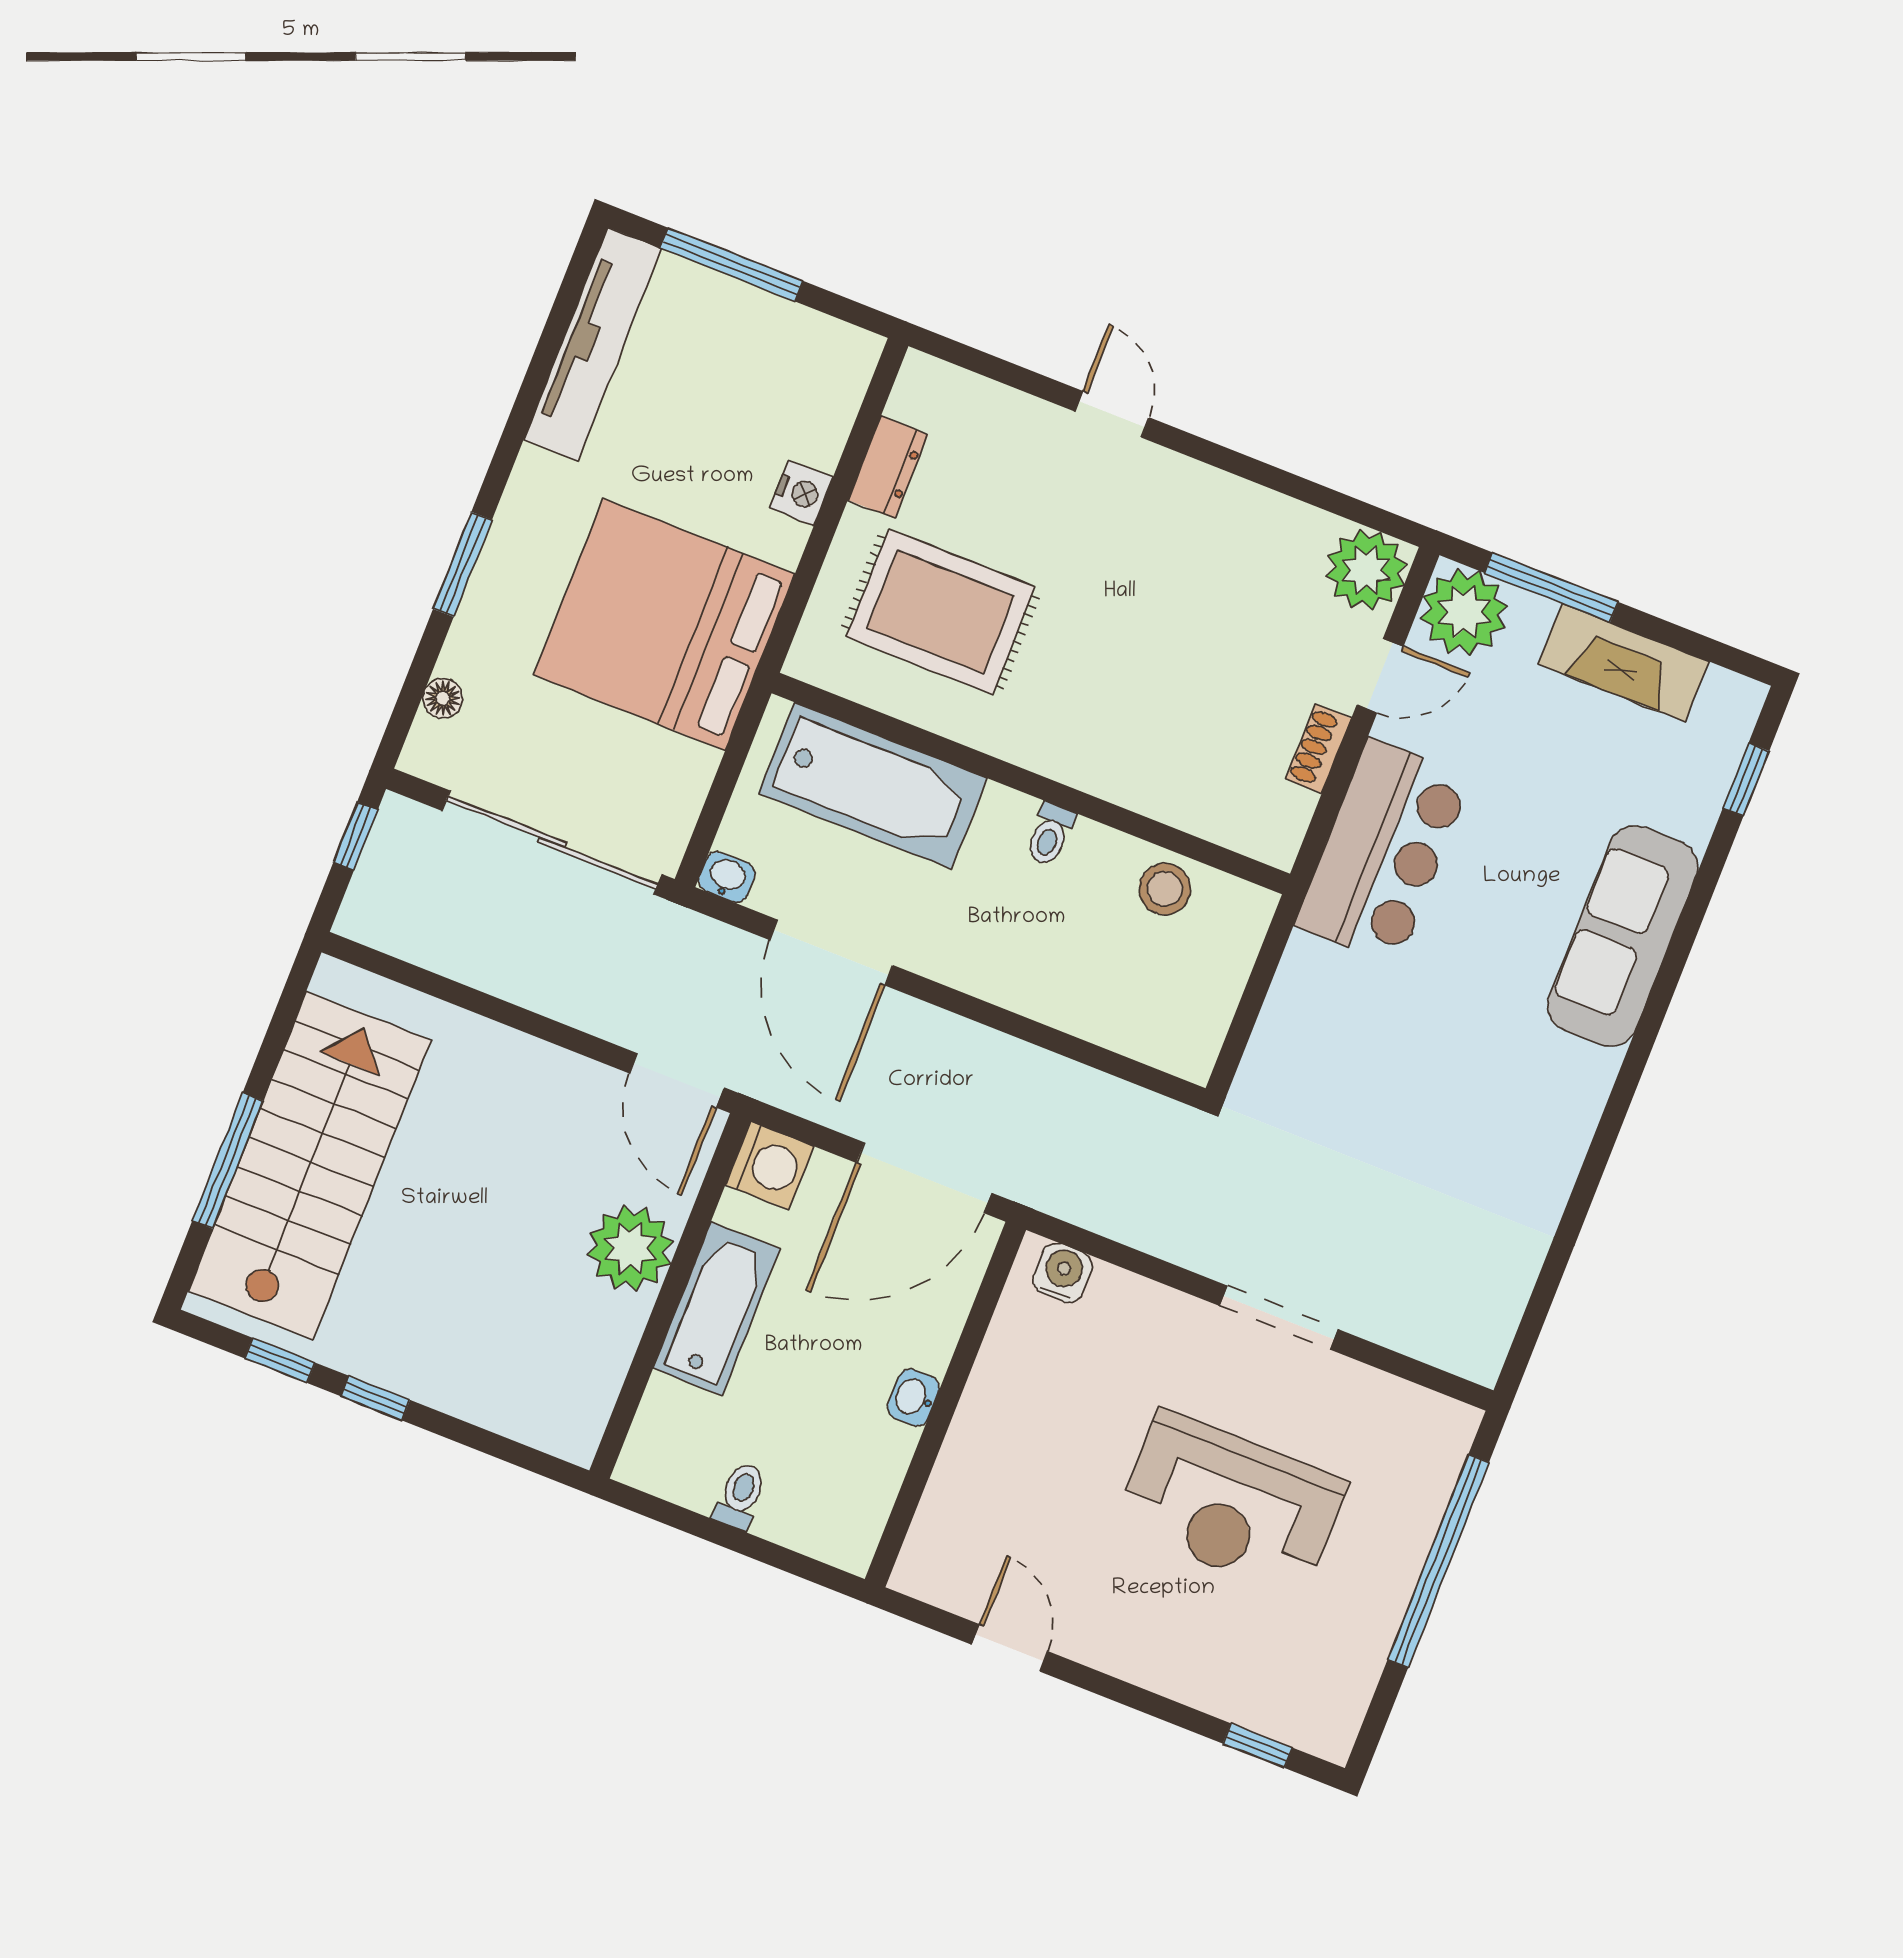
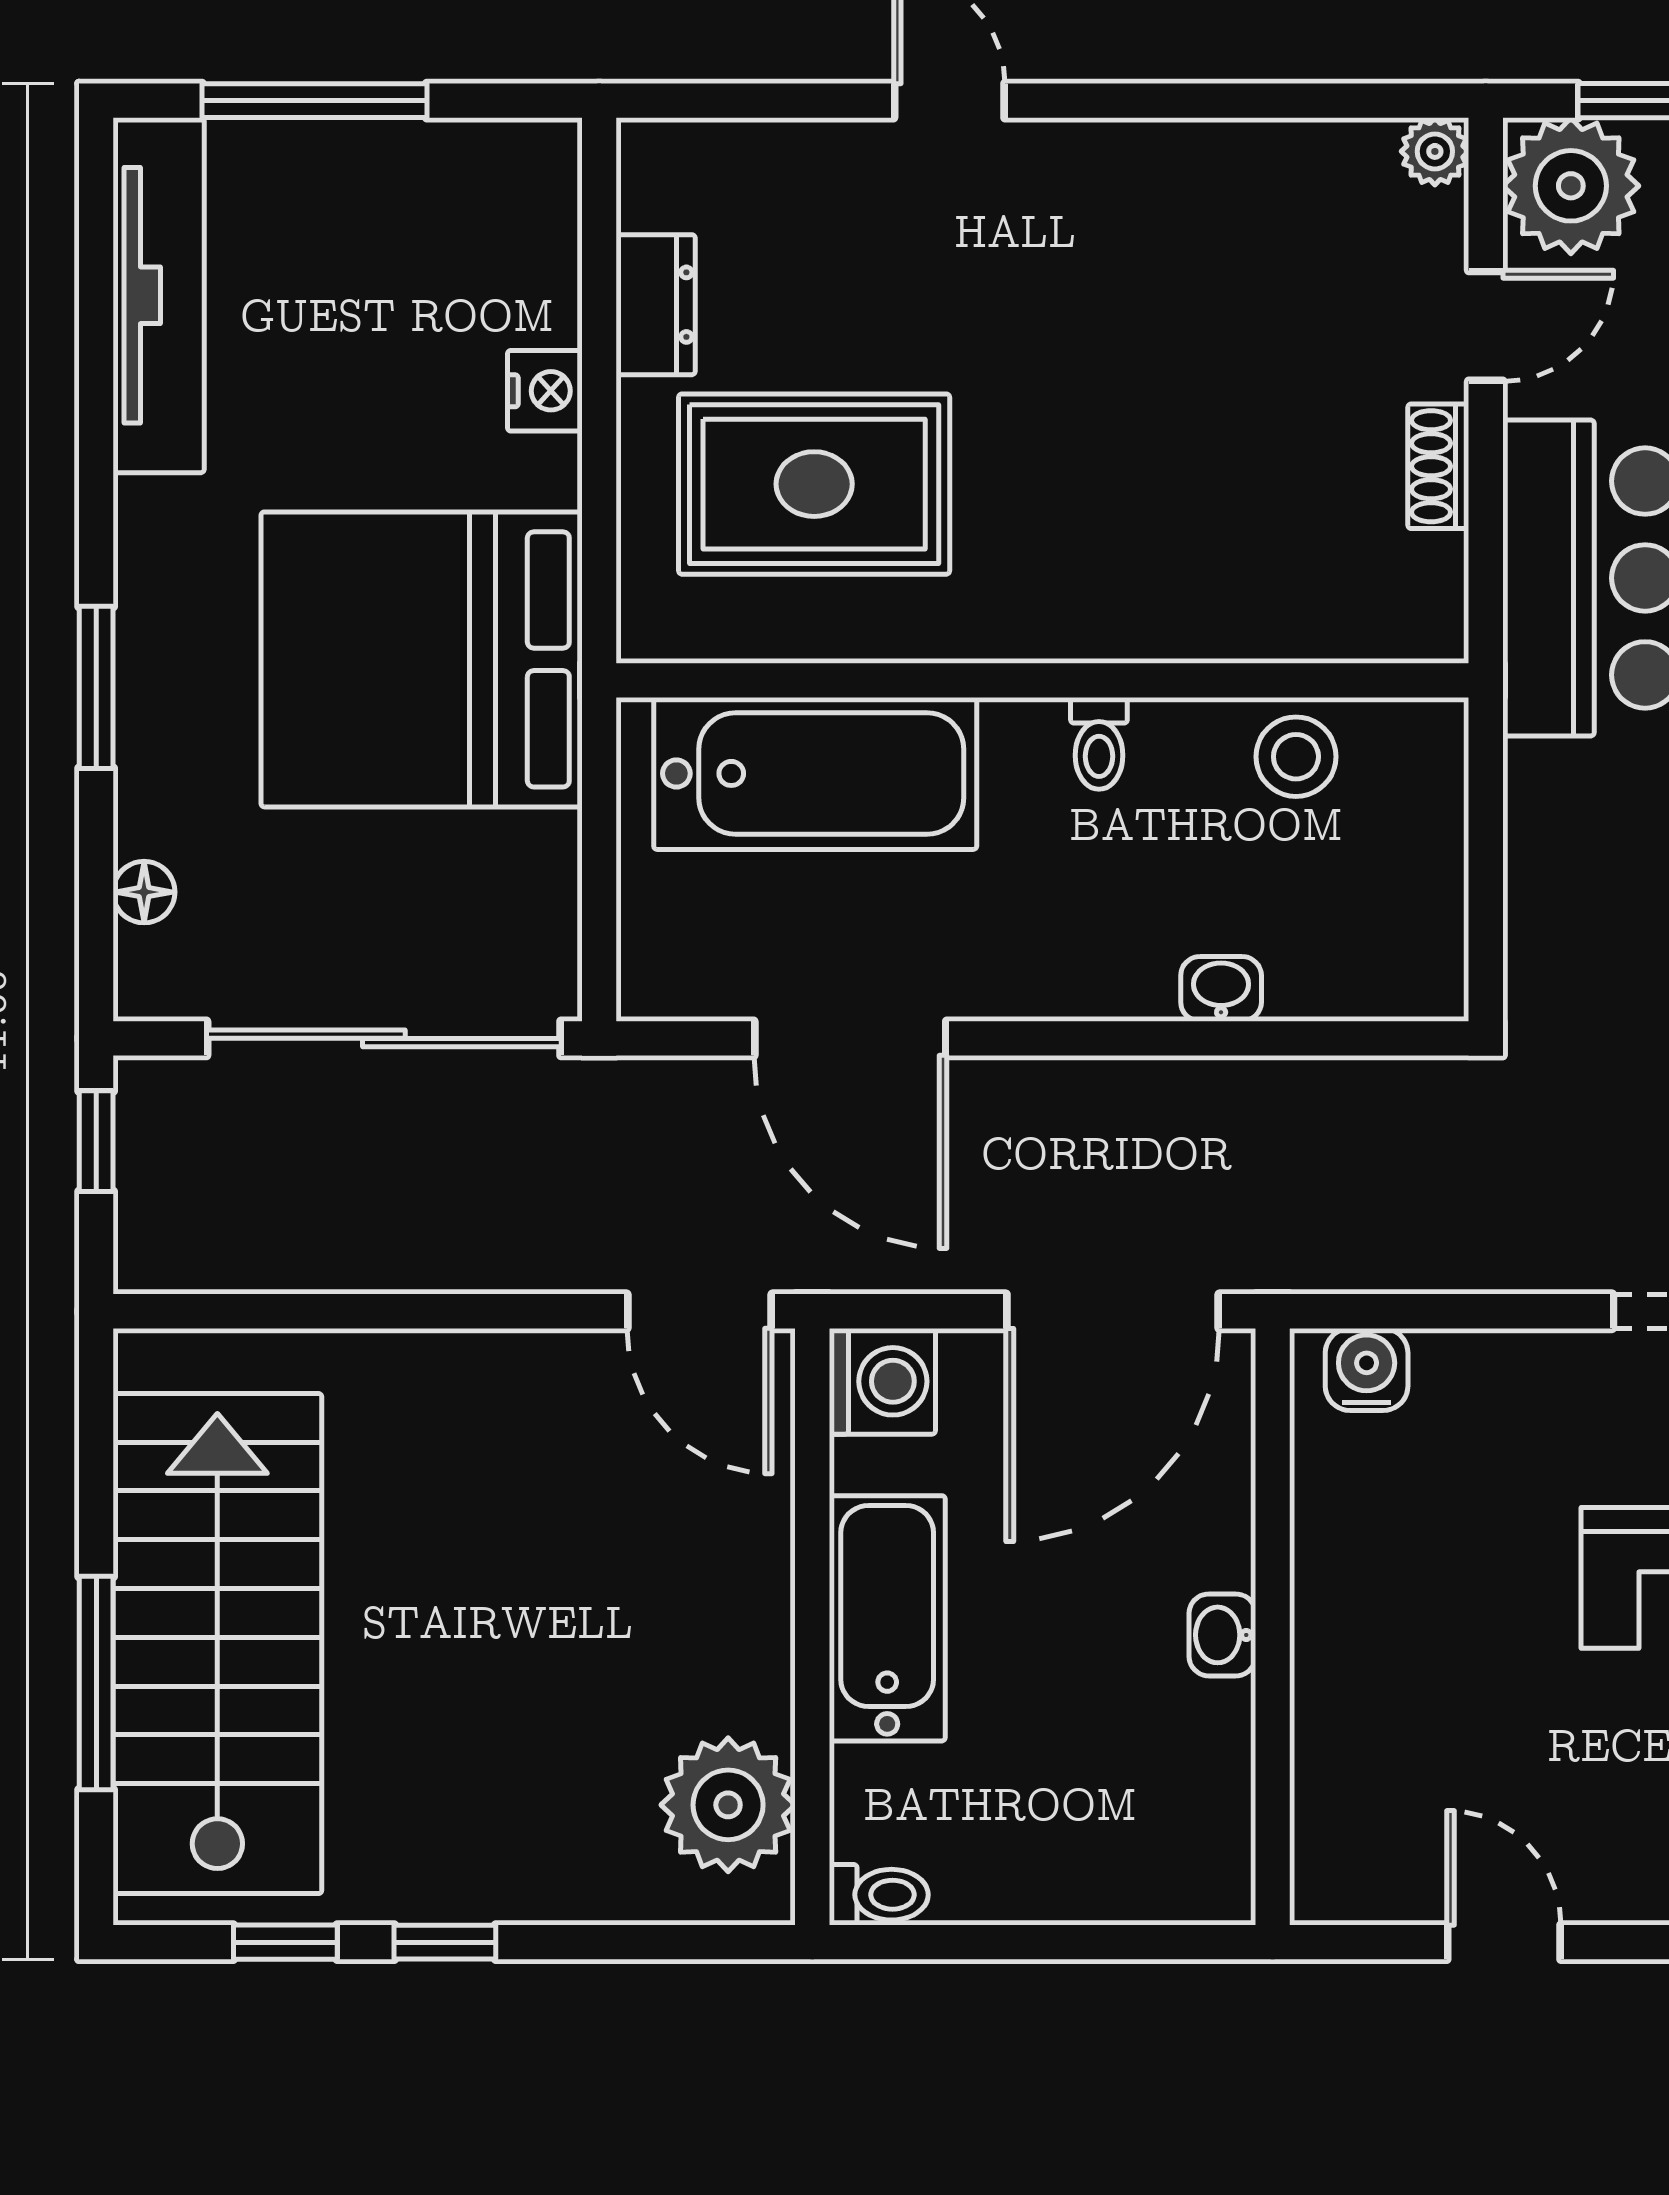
plant: (1366, 570) -> (1435, 151), width x0.53, depth x0.53
washbasin: (727, 877) -> (1221, 989), moved
plant: (630, 1248) -> (728, 1805), moved
toilet: (740, 1496) -> (879, 1895), moved, turned 90

